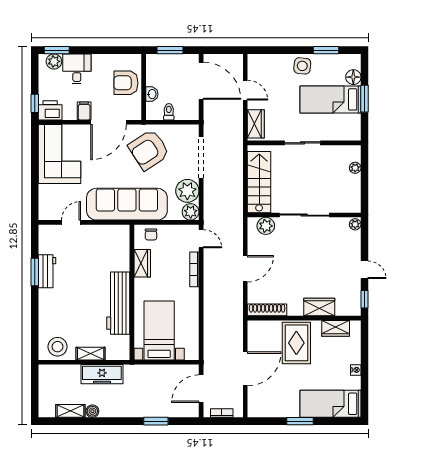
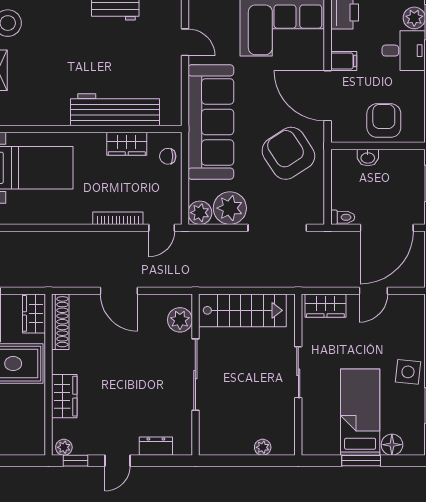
toilet: (169, 112) -> (343, 217), moved
plant: (355, 224) -> (64, 447), moved
dresser: (354, 243) -> (156, 446), added
workbench: (118, 303) -> (115, 110), moved
wardrobe: (336, 328) -> (34, 313), moved

